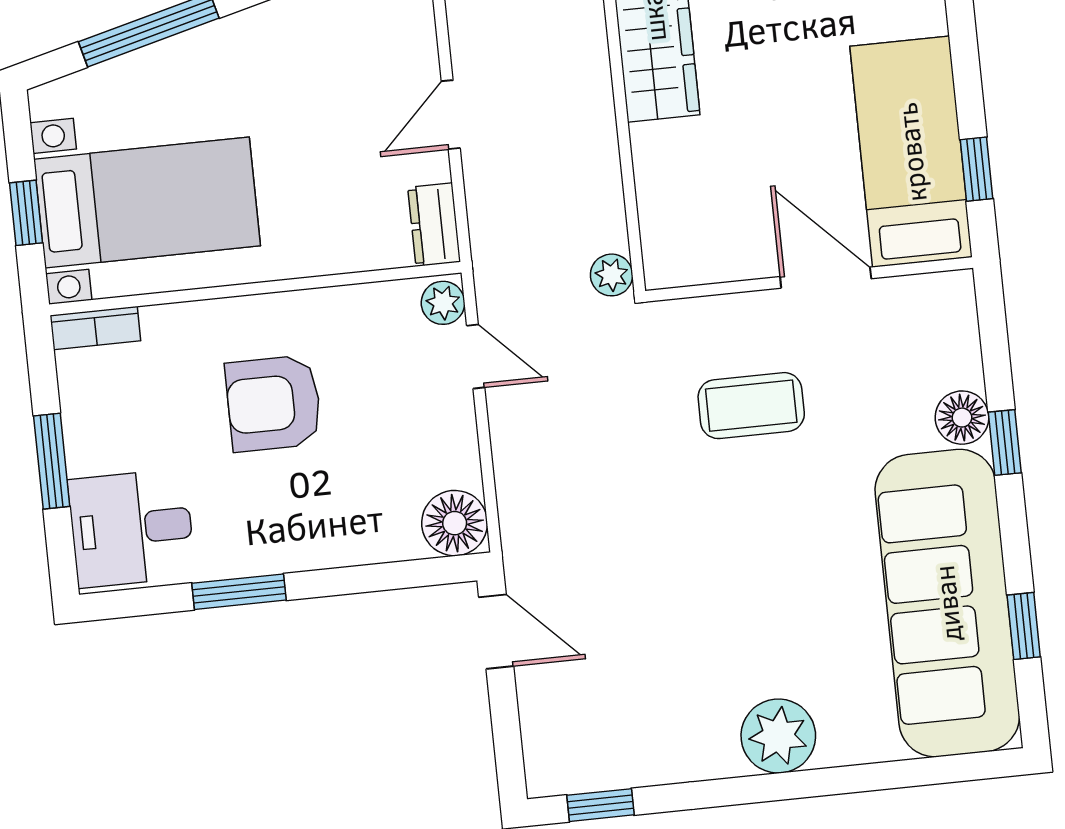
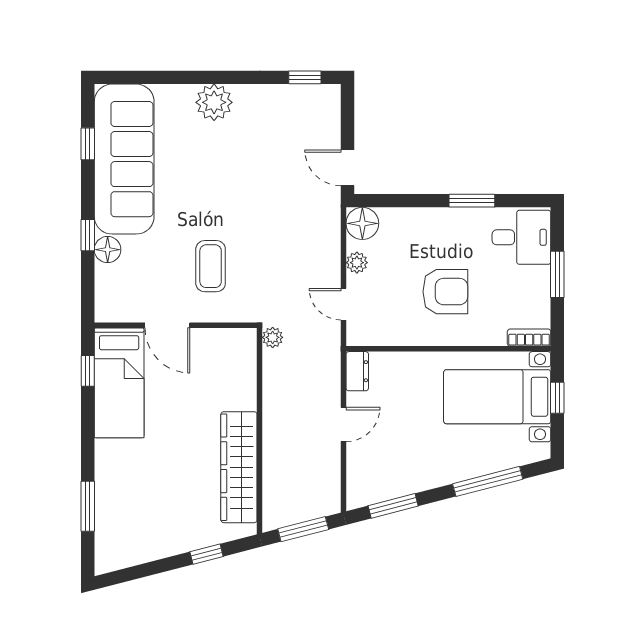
plant: (443, 303) -> (357, 263), moved
coffee table: (751, 406) -> (211, 266), turned 90

